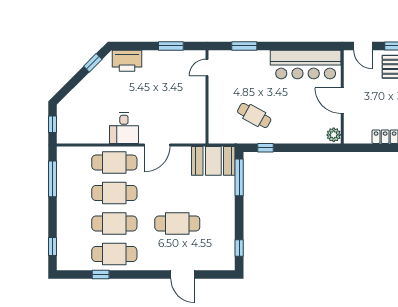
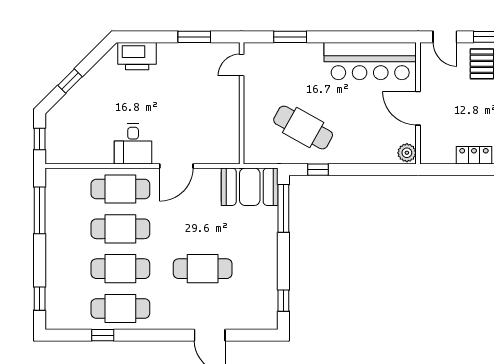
window: (93, 63) -> (70, 81), moved
cafe table: (254, 115) -> (303, 128), width x1.37, depth x1.35

